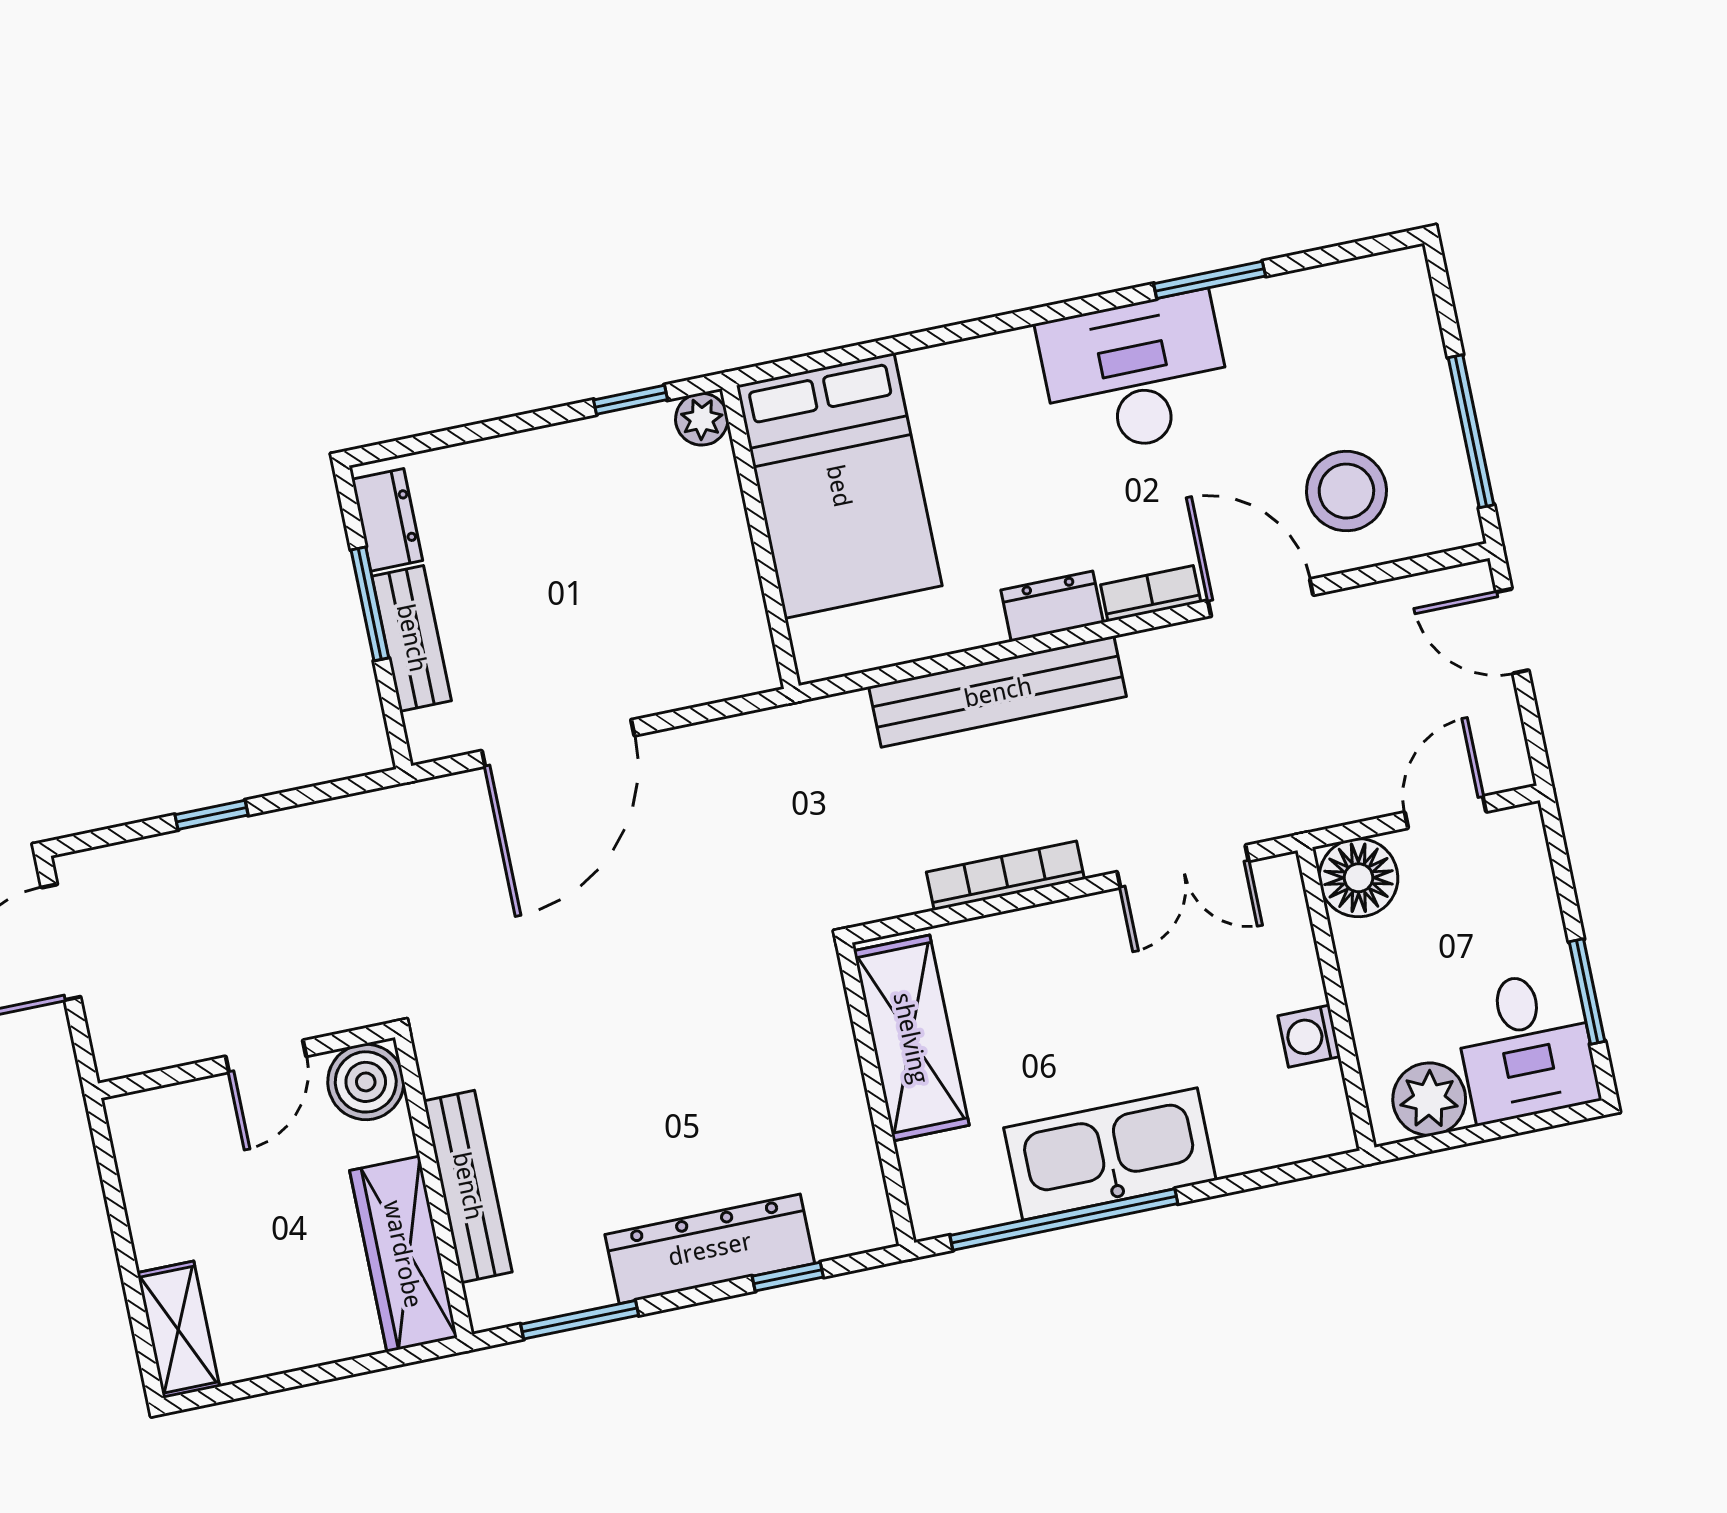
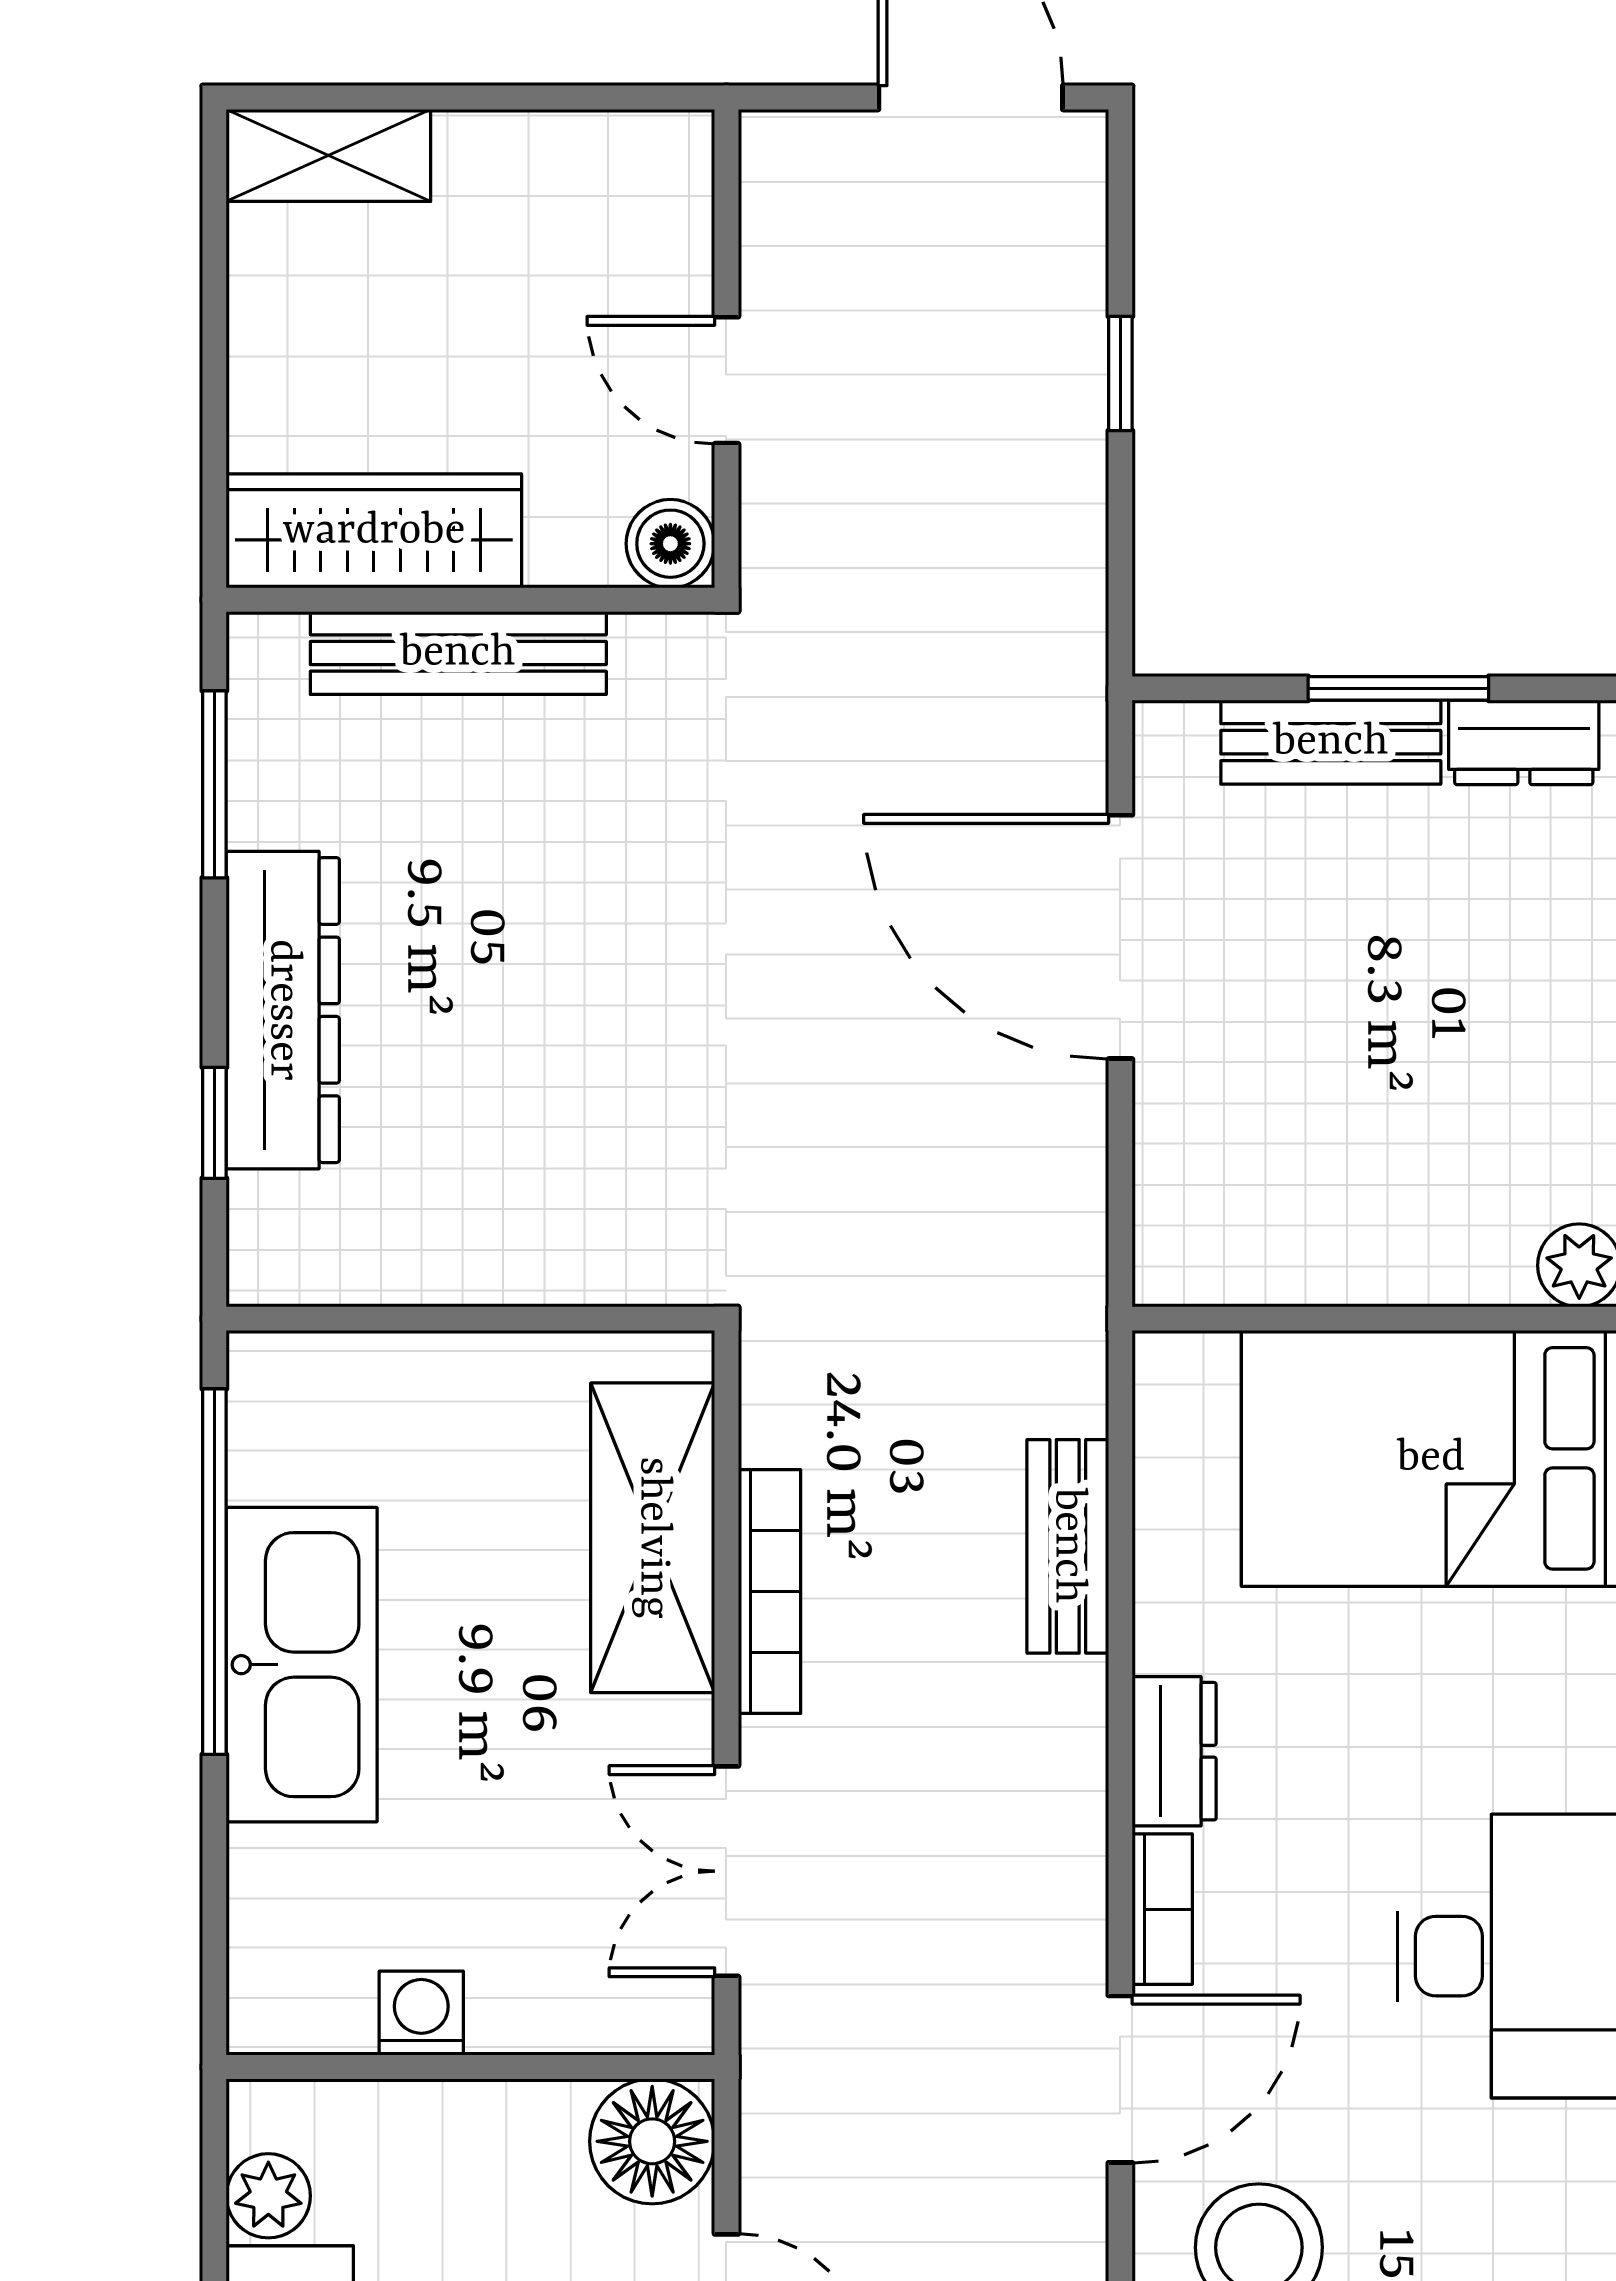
bench: (998, 692) -> (1068, 1546), width x0.54, depth x0.82
shelving: (911, 1038) -> (653, 1538), moved, turned 90
boiler: (366, 1082) -> (670, 544), width x0.73, depth x0.73
plant: (1429, 1099) -> (268, 2196), width x0.73, depth x0.73

